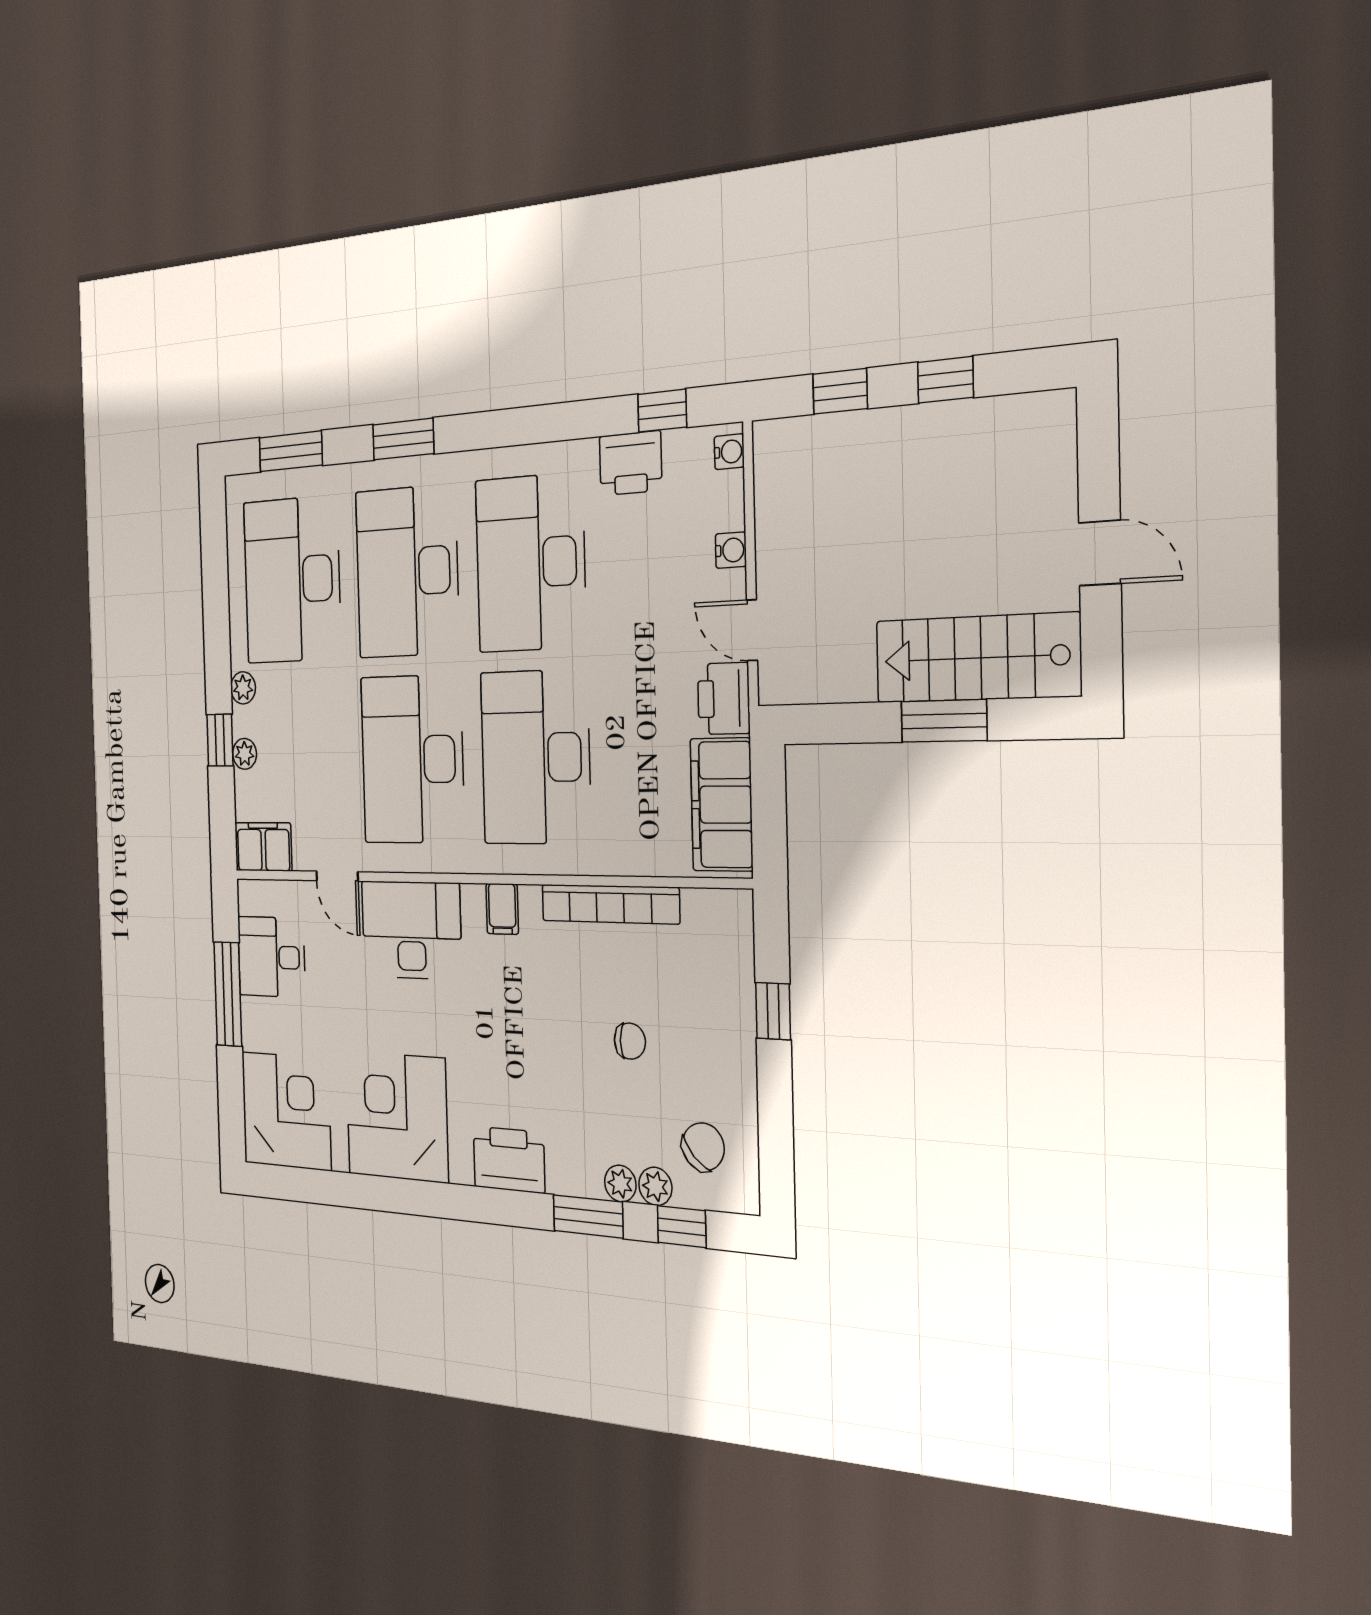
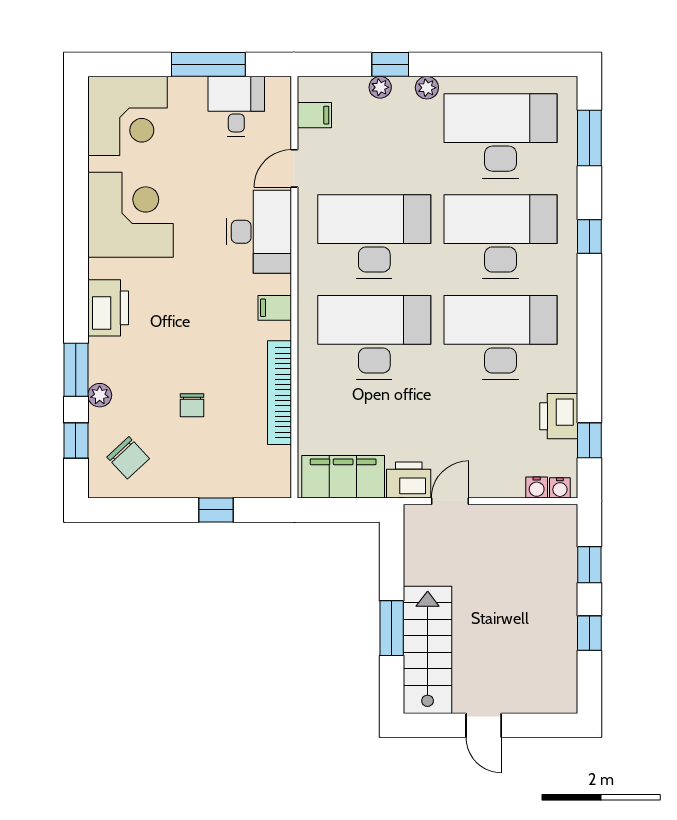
window: (403, 439) -> (589, 237), width x0.67
water cooler: (731, 550) -> (537, 487), moved
door: (1100, 553) -> (484, 725), hinge flipped
filing cabinet: (263, 847) -> (314, 115), width x0.50
plant: (655, 1186) -> (100, 422), removed

